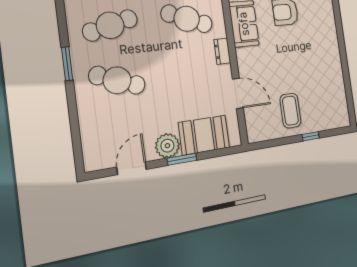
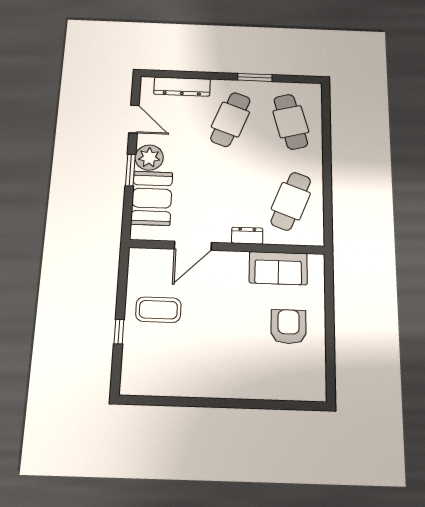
dresser: (89, 131) -> (182, 87), added

